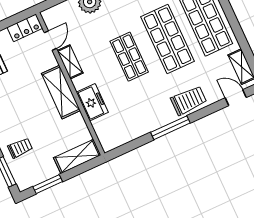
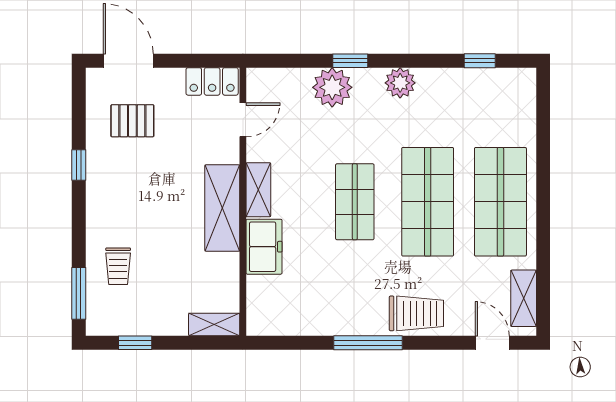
shelving: (70, 62) -> (258, 190), moved
trolley: (20, 148) -> (118, 266), turned 90
shelving: (77, 156) -> (214, 324), width x0.67, depth x0.75
window: (48, 184) -> (135, 343), width x0.67

